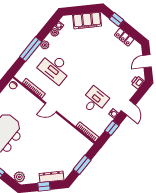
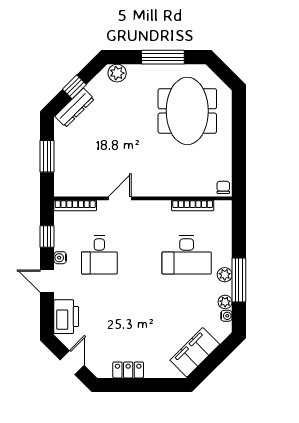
window: (116, 19) -> (157, 385), removed
window: (31, 49) -> (239, 280), moved
desk: (55, 68) -> (187, 255), turned 180
printer: (137, 82) -> (66, 317), width x1.87, depth x1.48
door: (51, 107) -> (120, 198), moved

